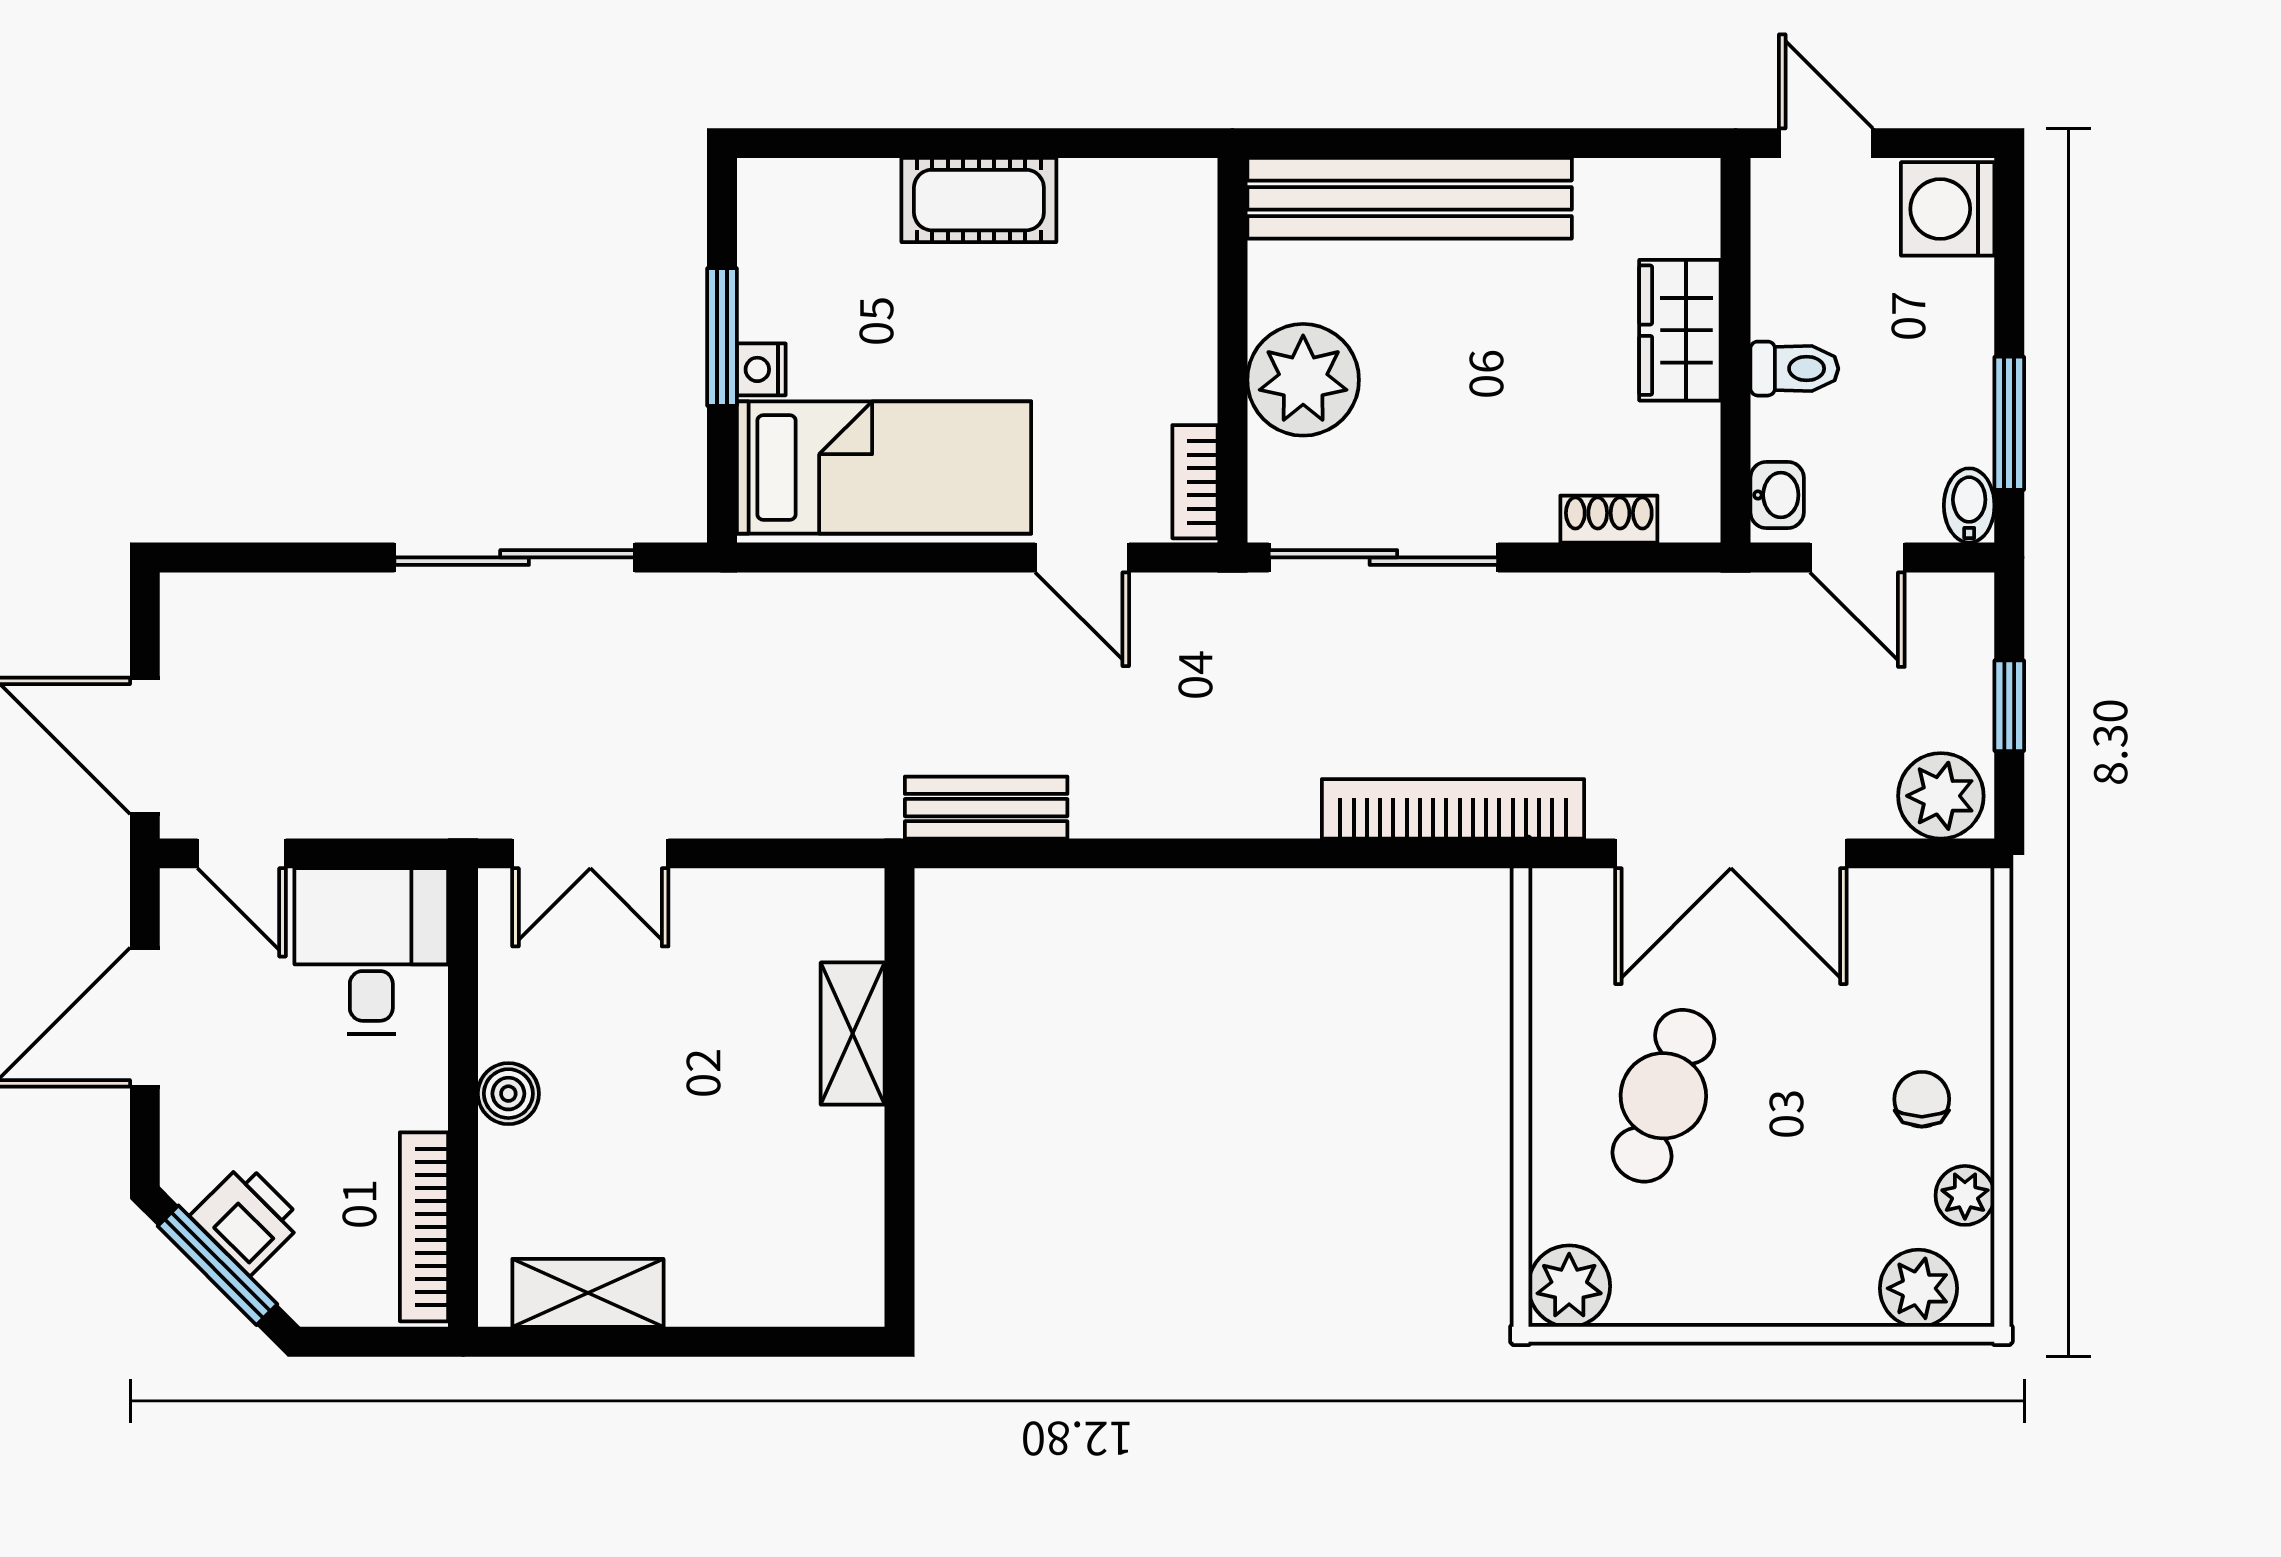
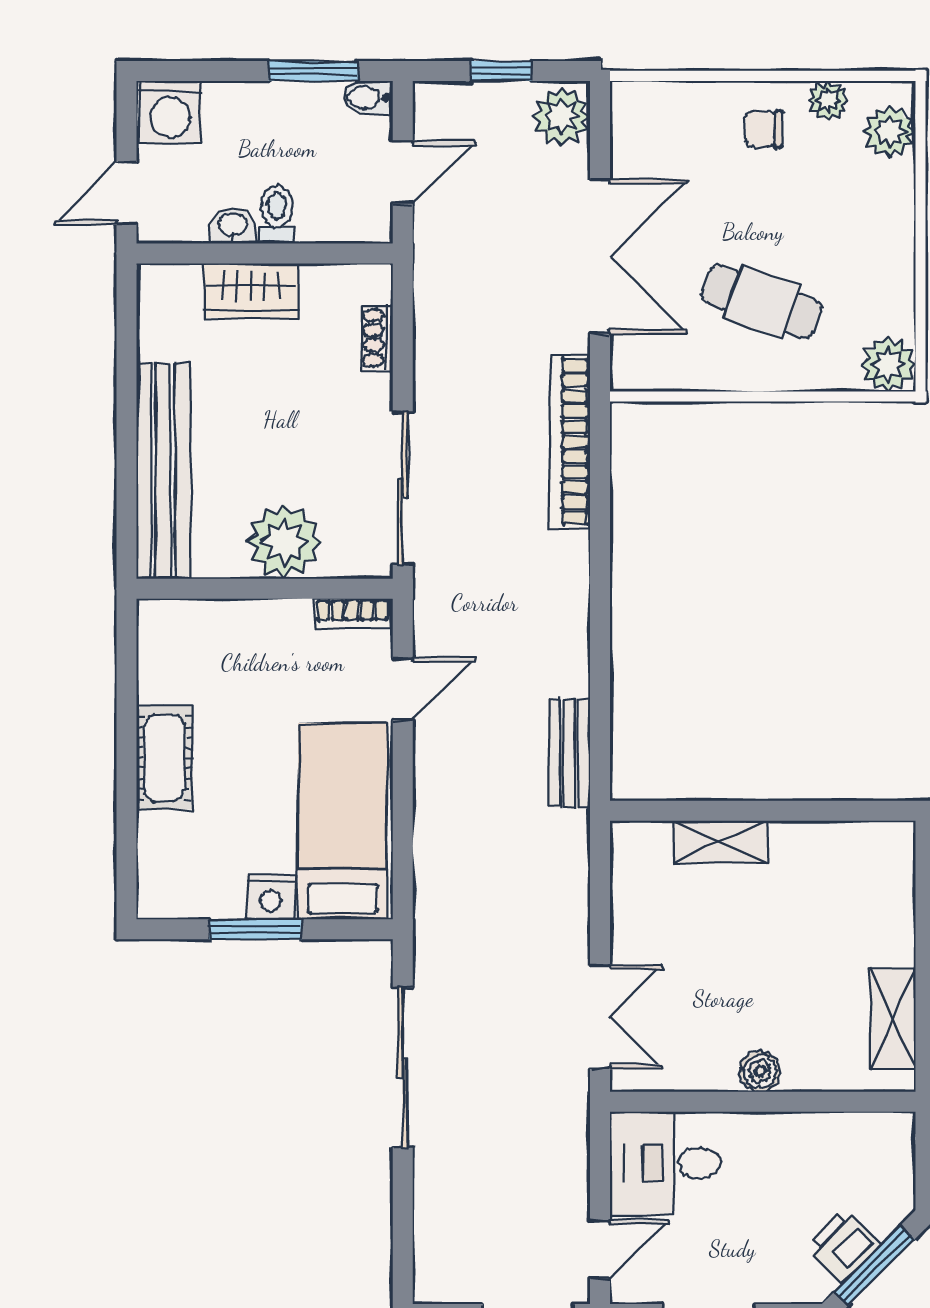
nightstand: (761, 369) -> (271, 897), width x1.39, depth x1.35
washbasin: (1777, 495) -> (233, 226), moved
bookcase: (424, 1227) -> (849, 1128), removed

